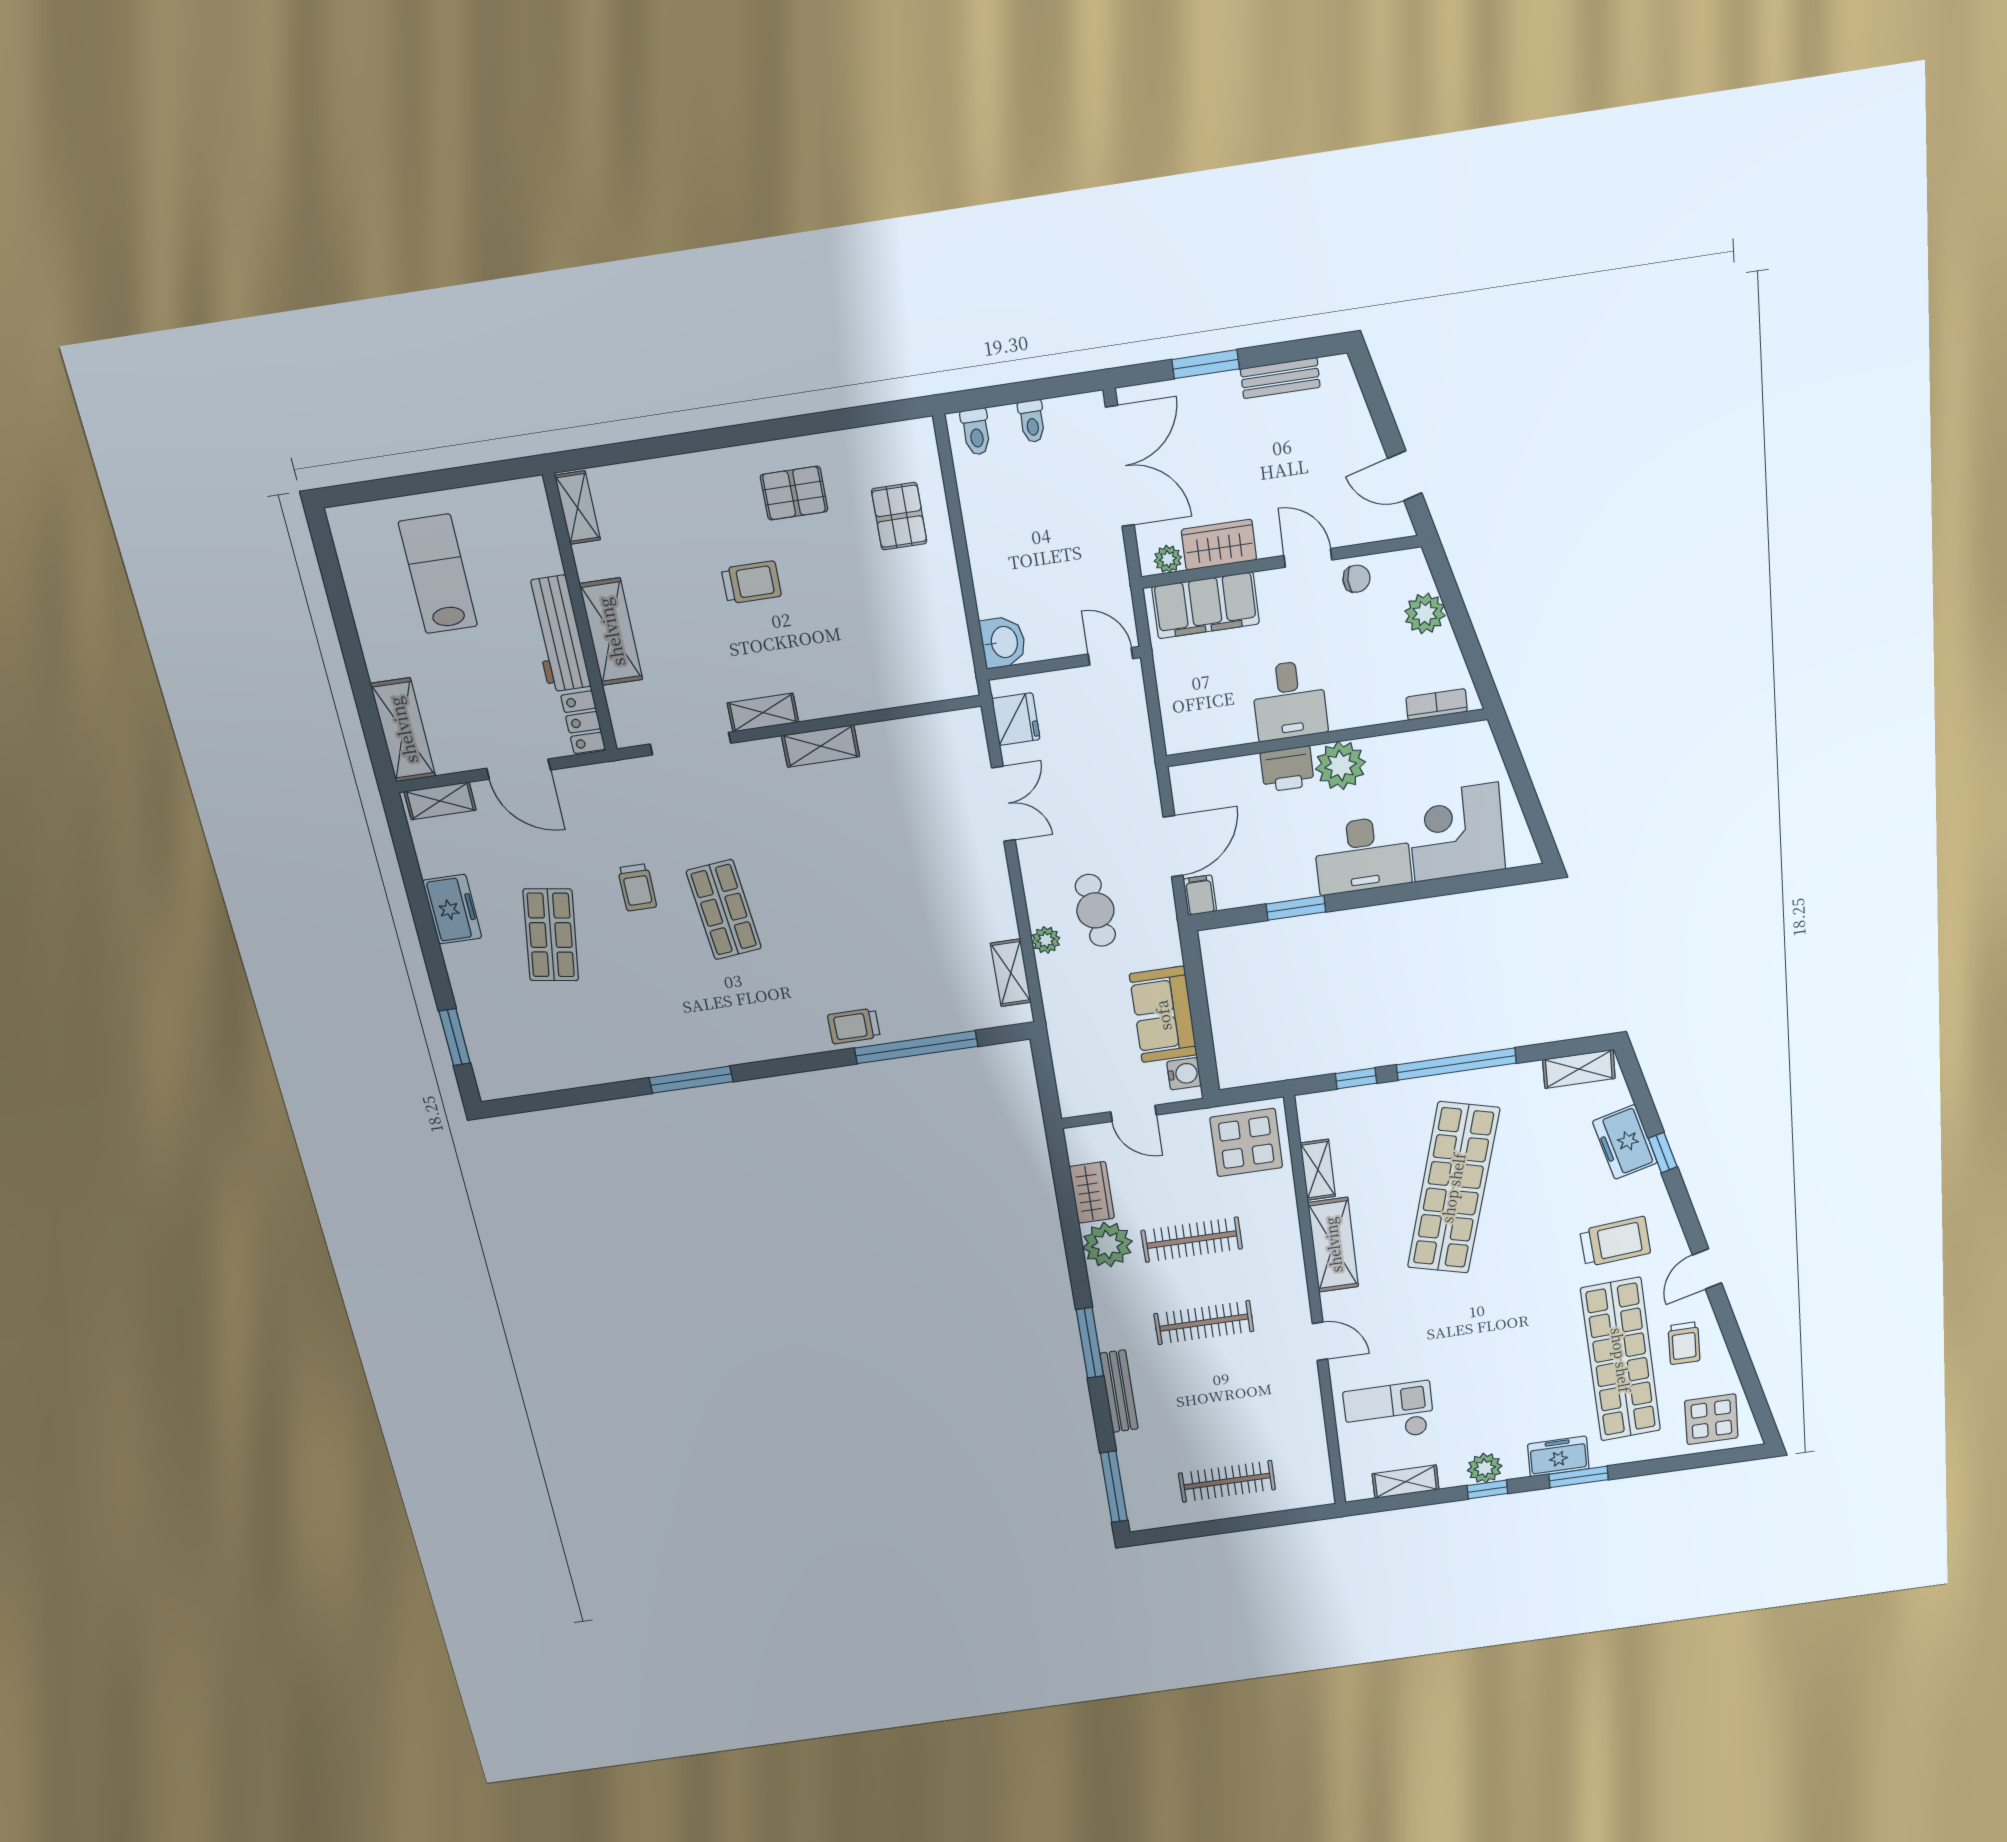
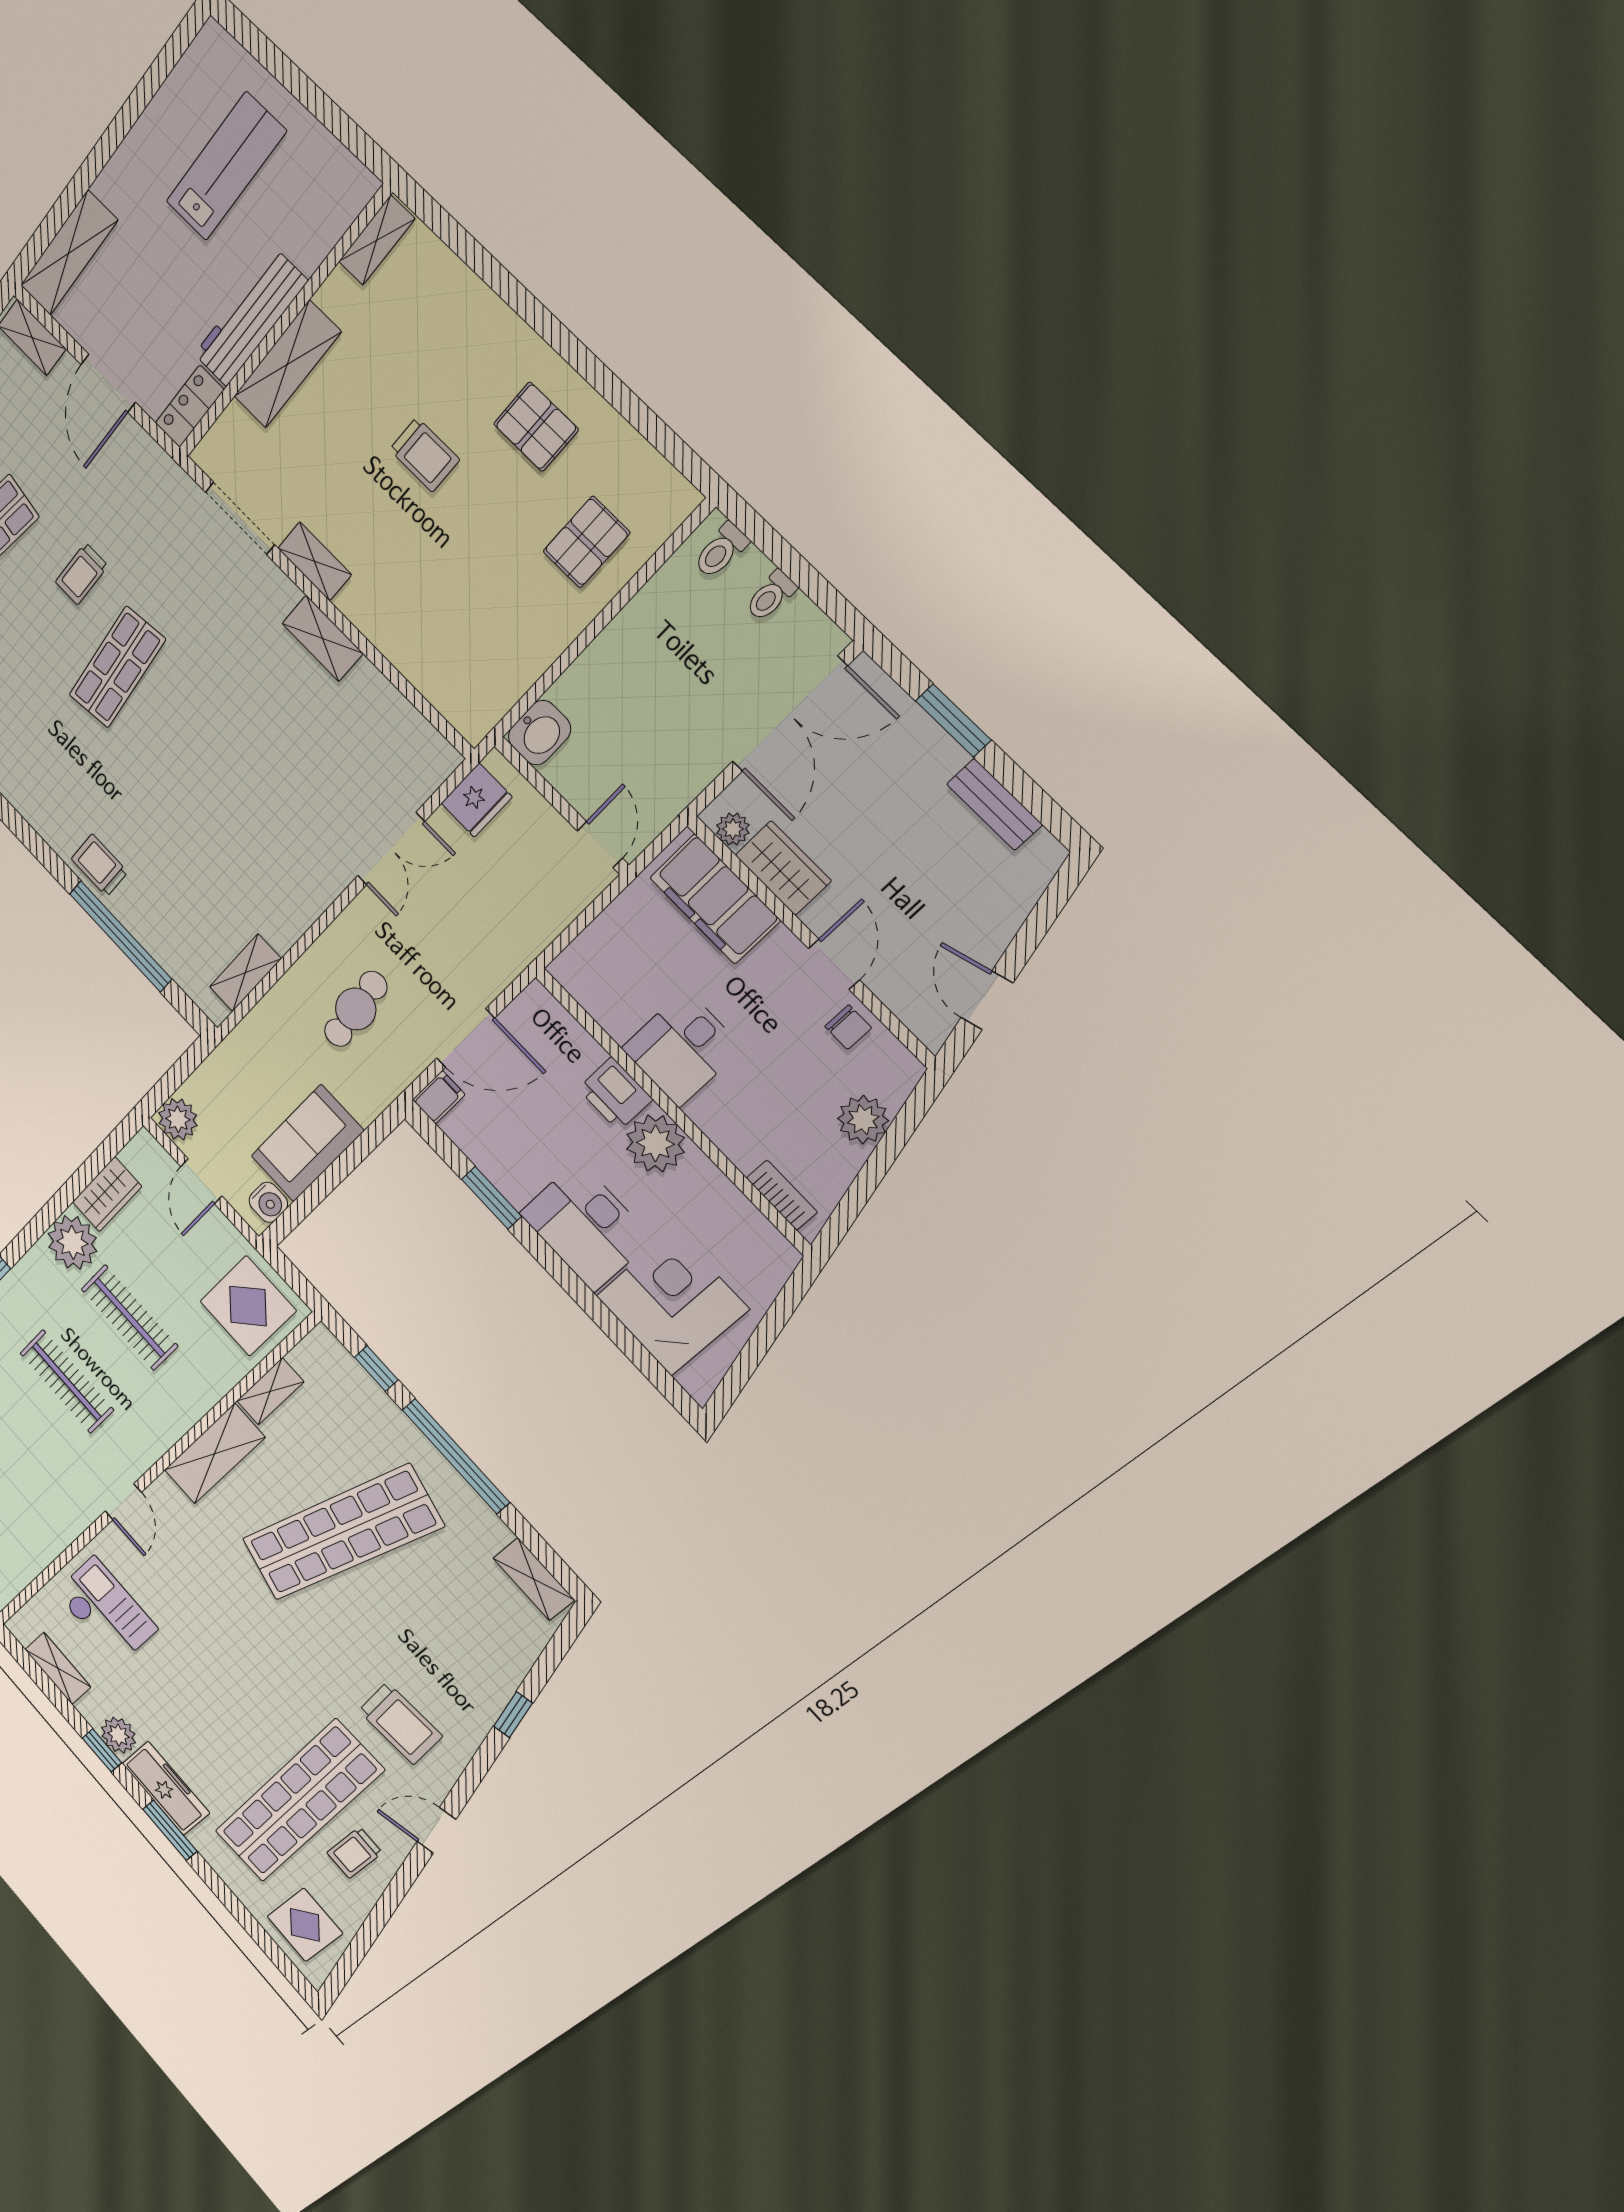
plant: (1046, 940) -> (178, 1119), moved, width x1.38, depth x1.38
freezer: (1625, 1142) -> (497, 1671), removed
freezer: (1558, 1456) -> (166, 1788), width x1.40

